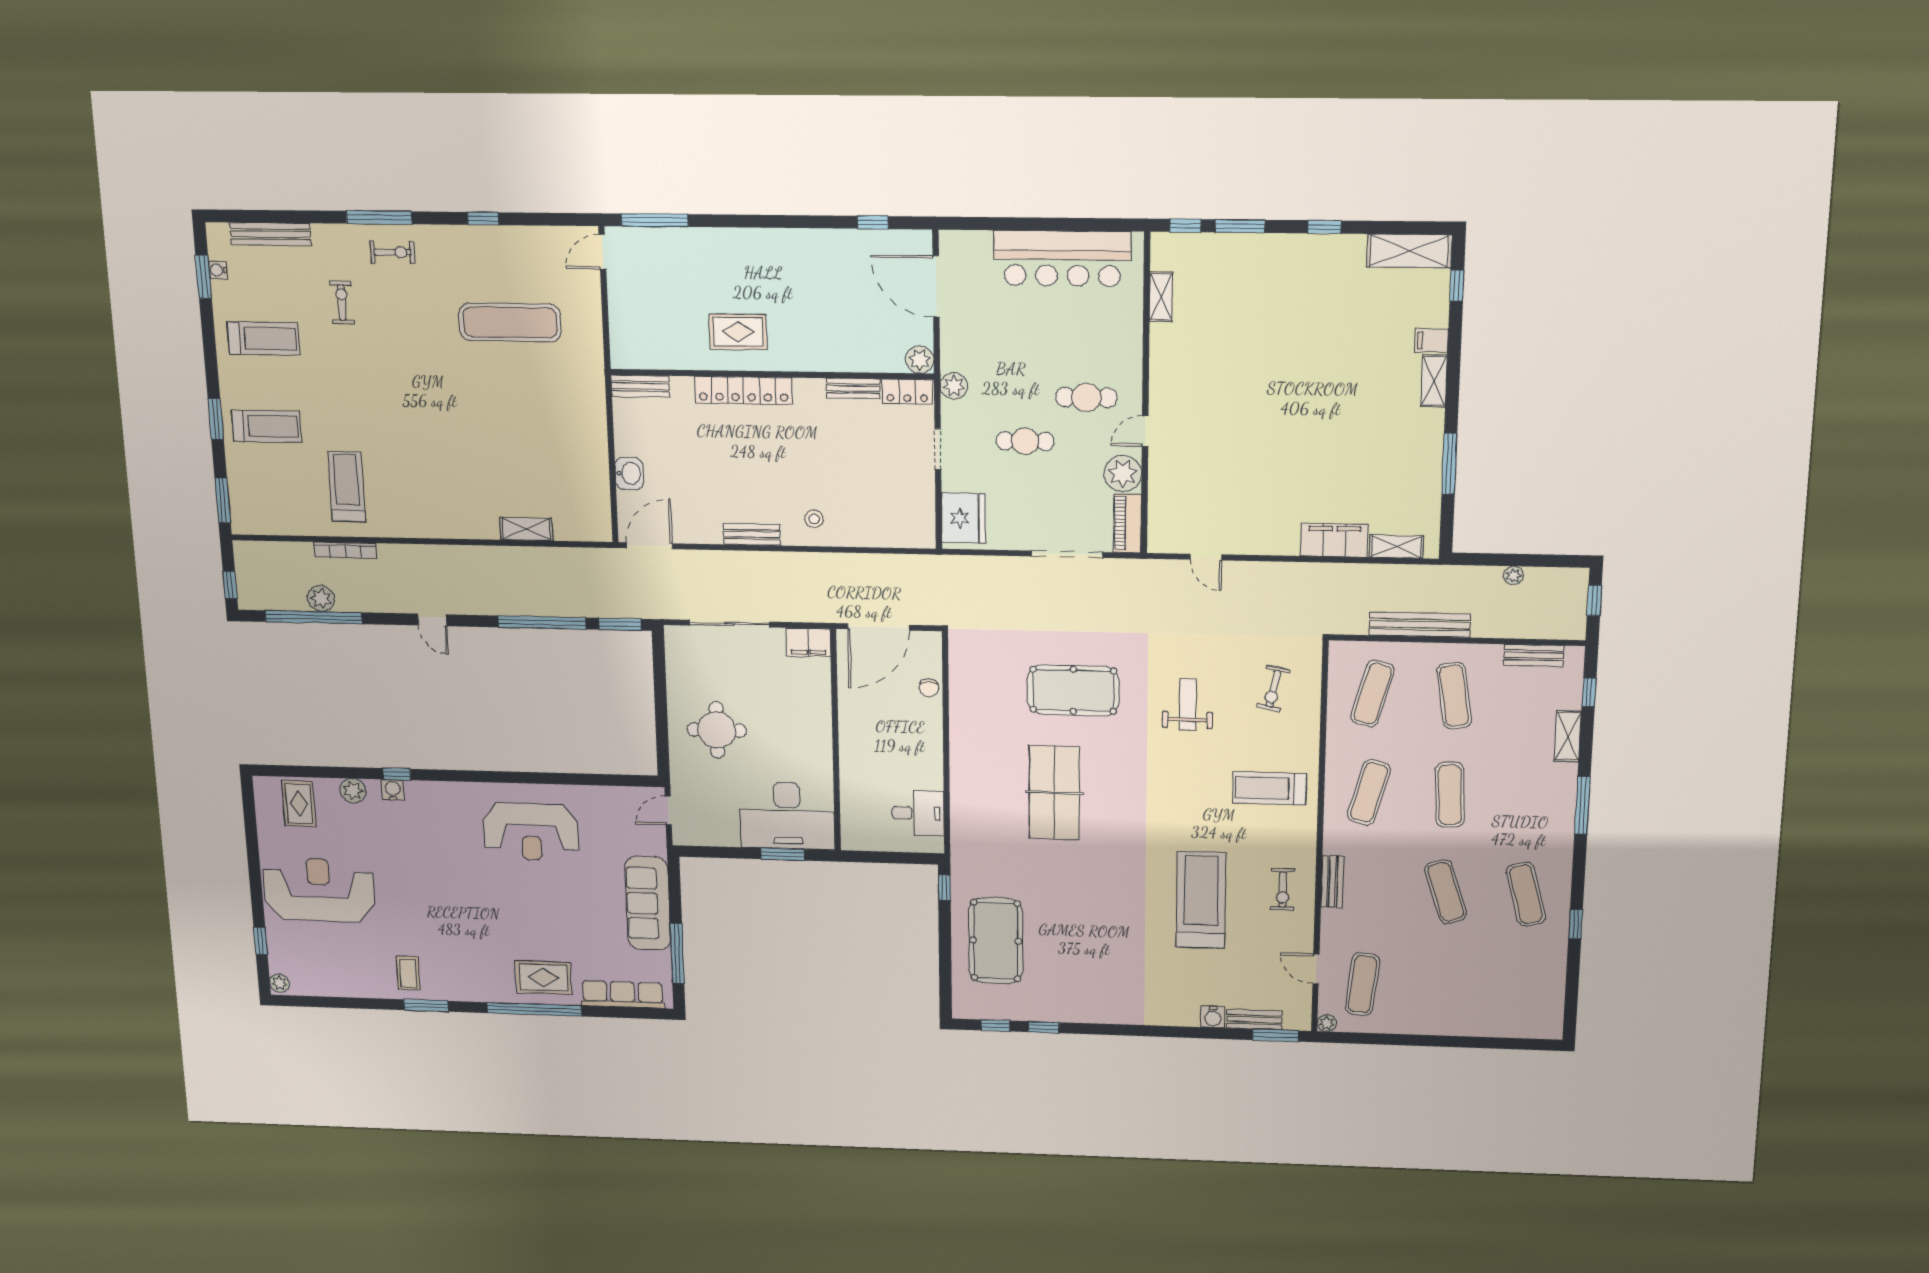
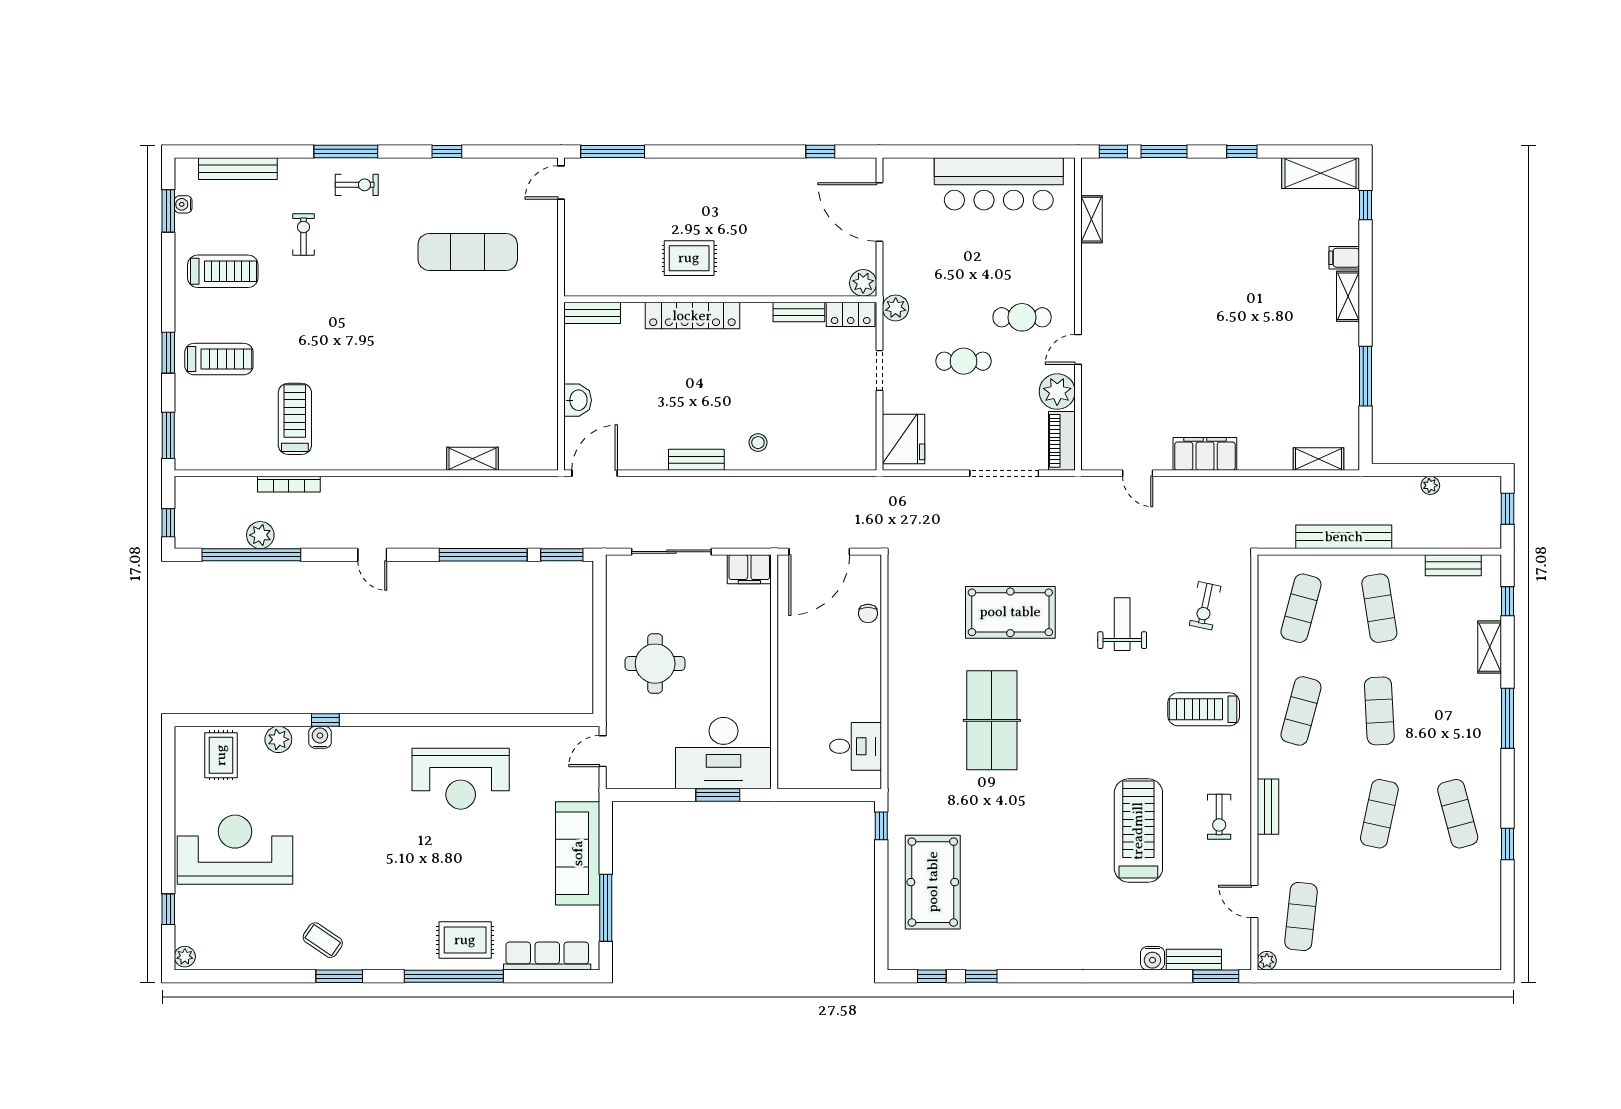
filing cabinet: (1334, 540) -> (1205, 454), moved
exercise mat: (1446, 892) -> (1379, 814), turned 30
coffee table: (408, 973) -> (323, 940), turned -56

